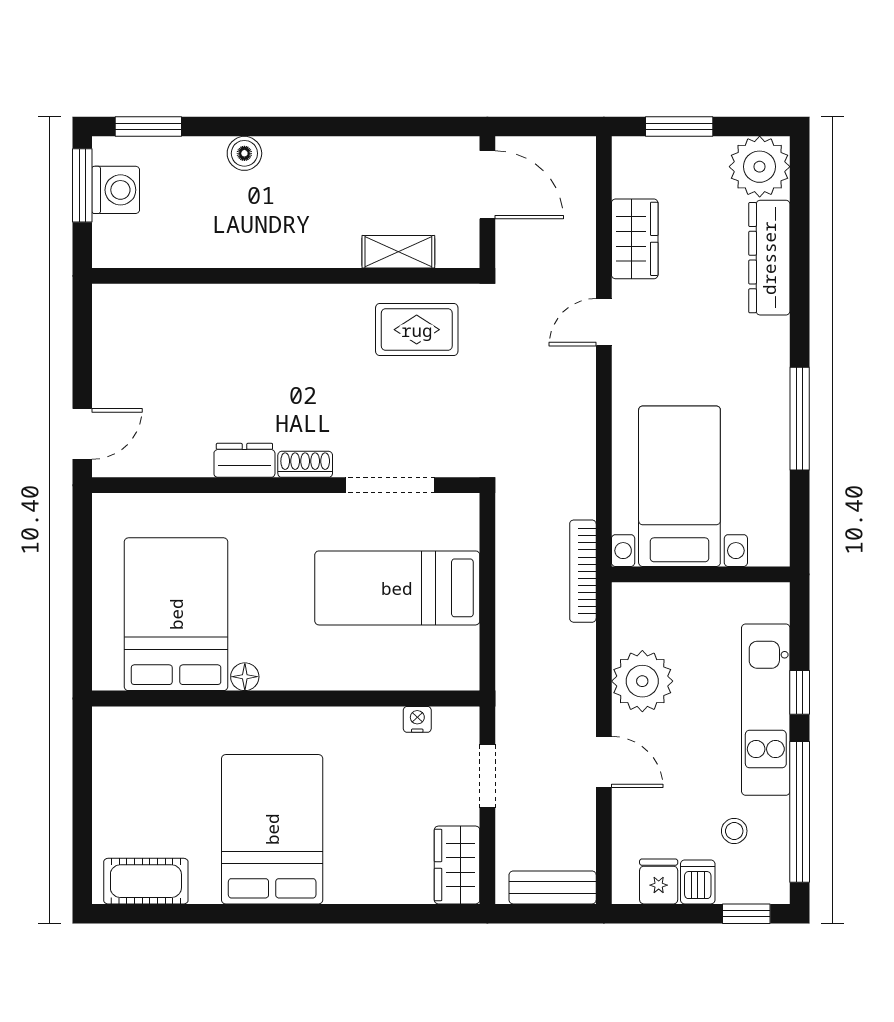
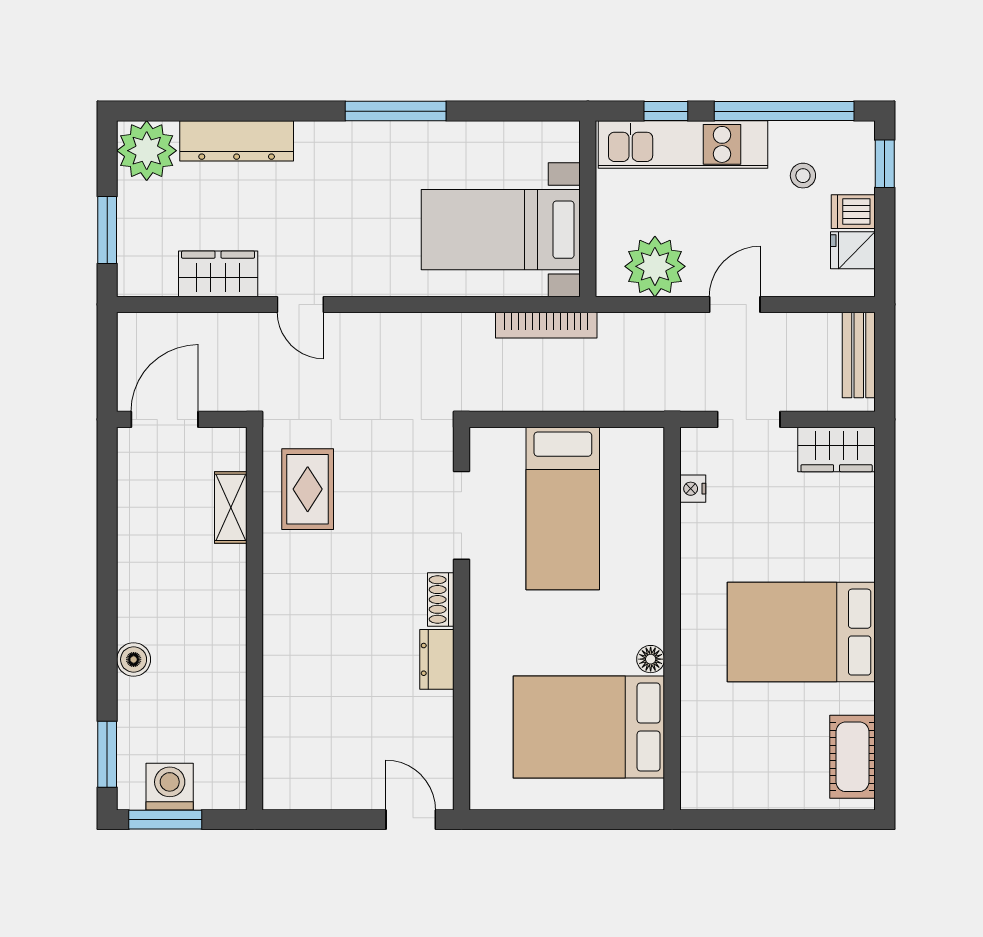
bed with nightstands: (679, 486) -> (501, 230), moved
wall: (701, 574) -> (588, 209), moved

